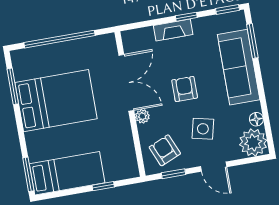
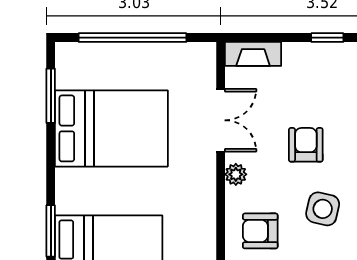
fireplace: (173, 30) -> (253, 54), moved
double door: (126, 83) -> (221, 120), width x0.73
armchair: (165, 150) -> (260, 231), turned -67

